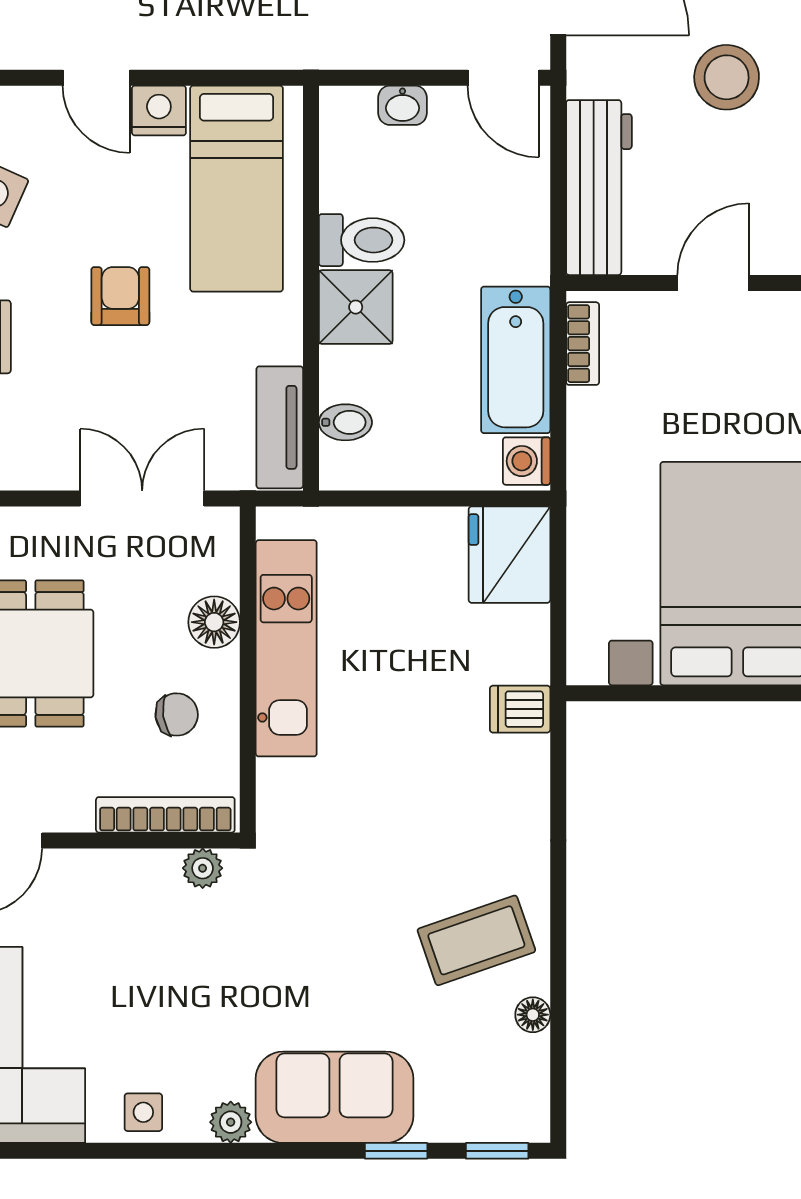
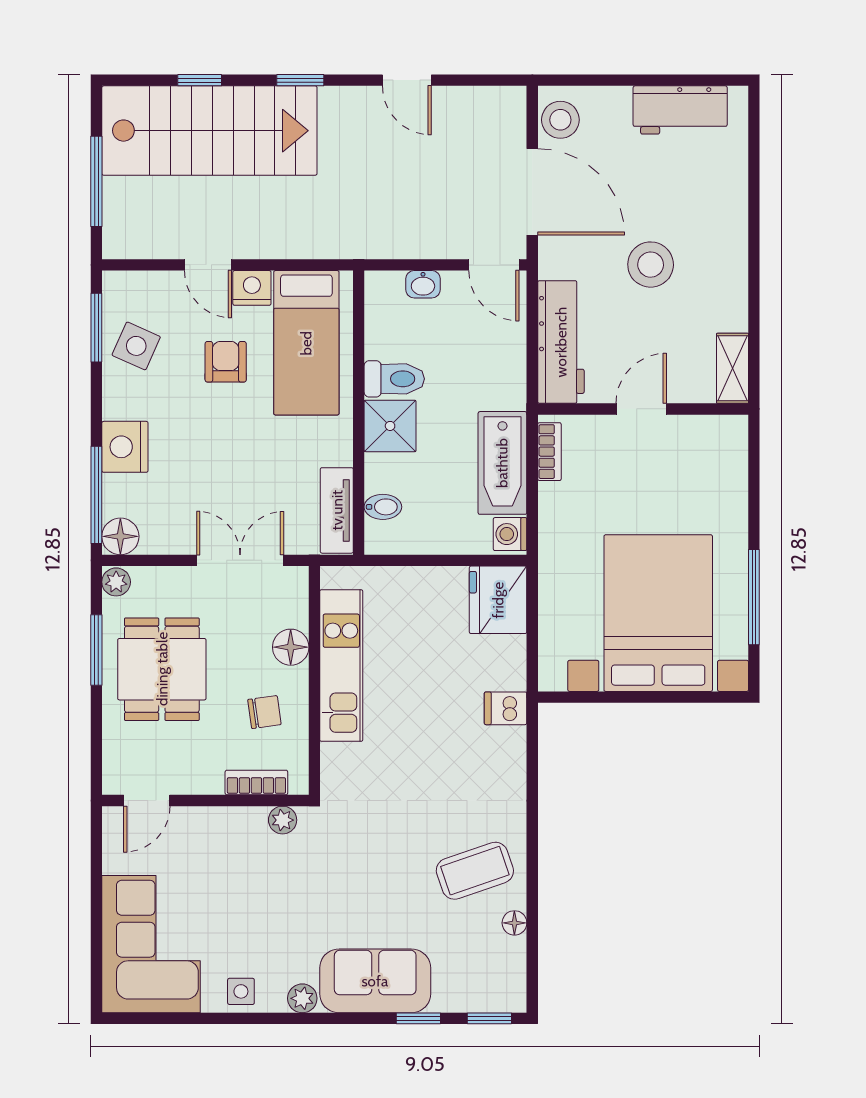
armchair: (120, 296) -> (226, 362), moved
bookcase: (165, 815) -> (256, 783), width x0.64

